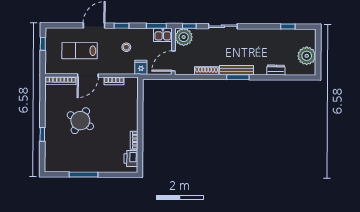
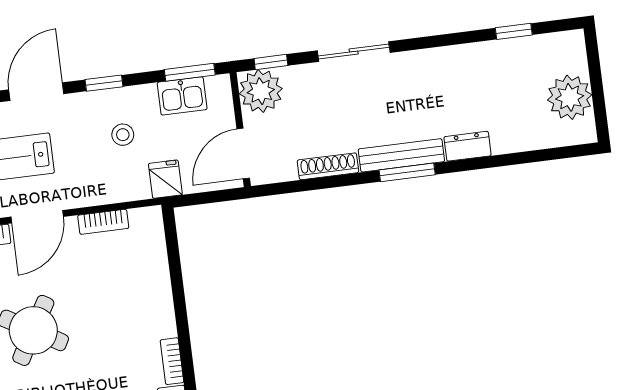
kitchen sink: (163, 35) -> (182, 96), moved
dresser: (276, 70) -> (468, 146), moved

